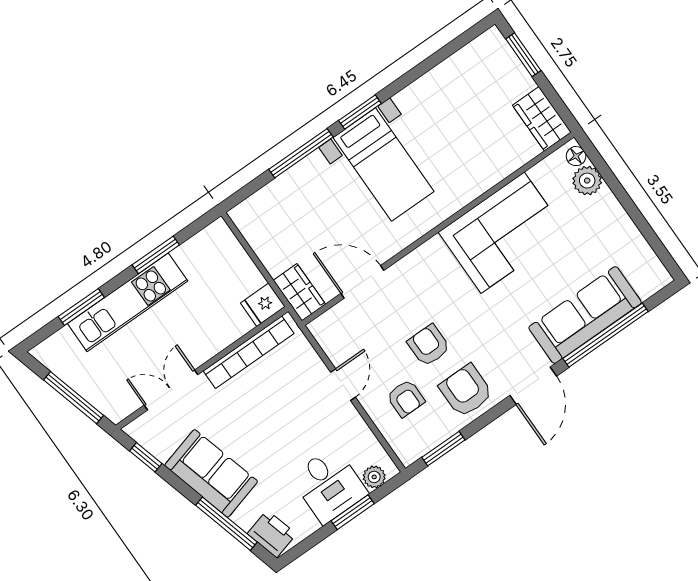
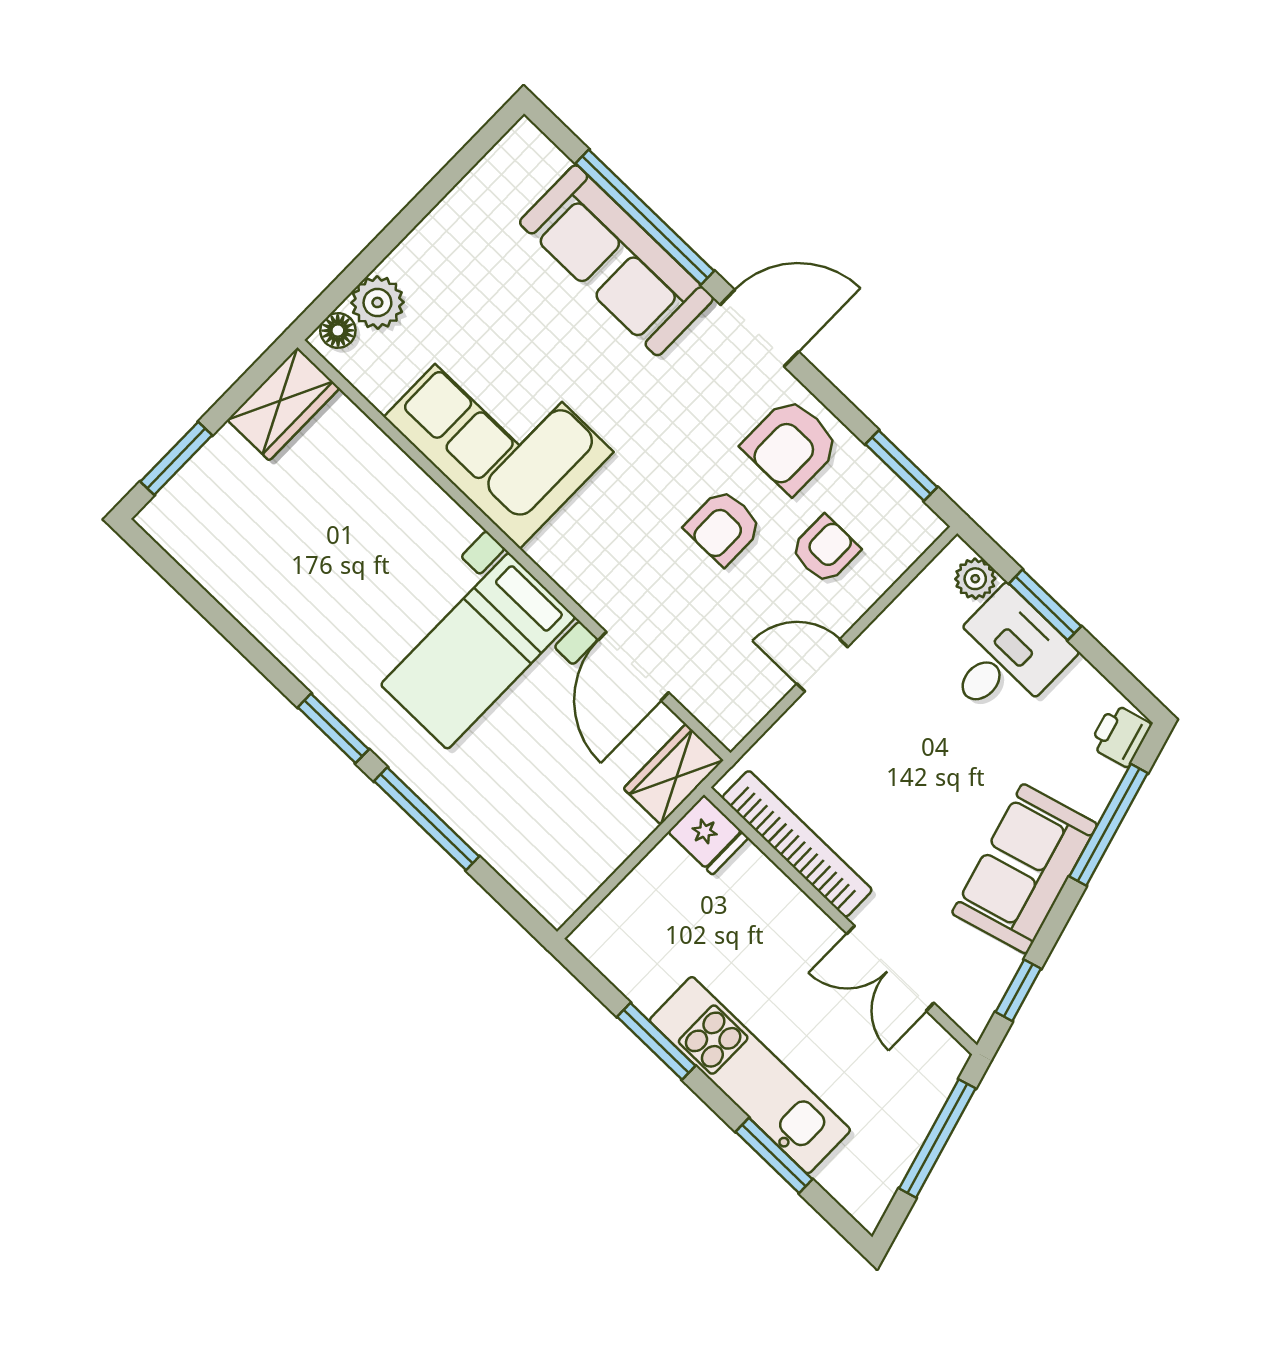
bed with nightstands: (384, 165) -> (478, 651), moved, turned 180
printer: (272, 534) -> (1120, 735), width x0.73, depth x0.81

